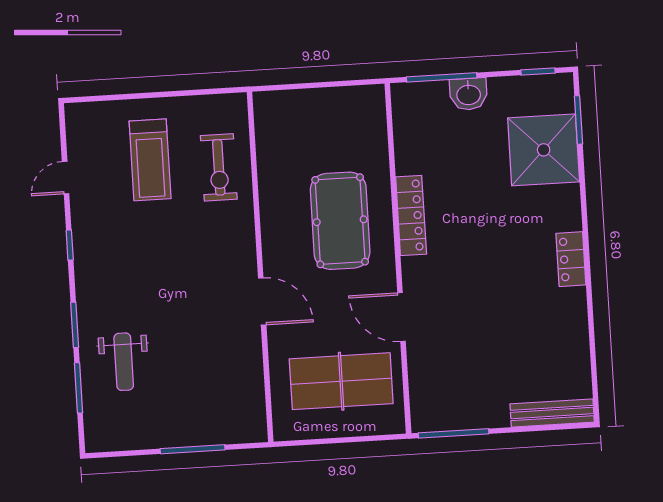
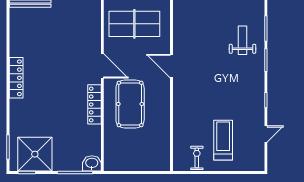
washbasin: (468, 94) -> (92, 163), moved
shower: (544, 150) -> (35, 154), moved
exercise bike: (219, 167) -> (197, 158), moved, width x0.73, depth x0.72
locker: (571, 259) -> (16, 78), width x1.53
door: (402, 317) -> (102, 66), moved

